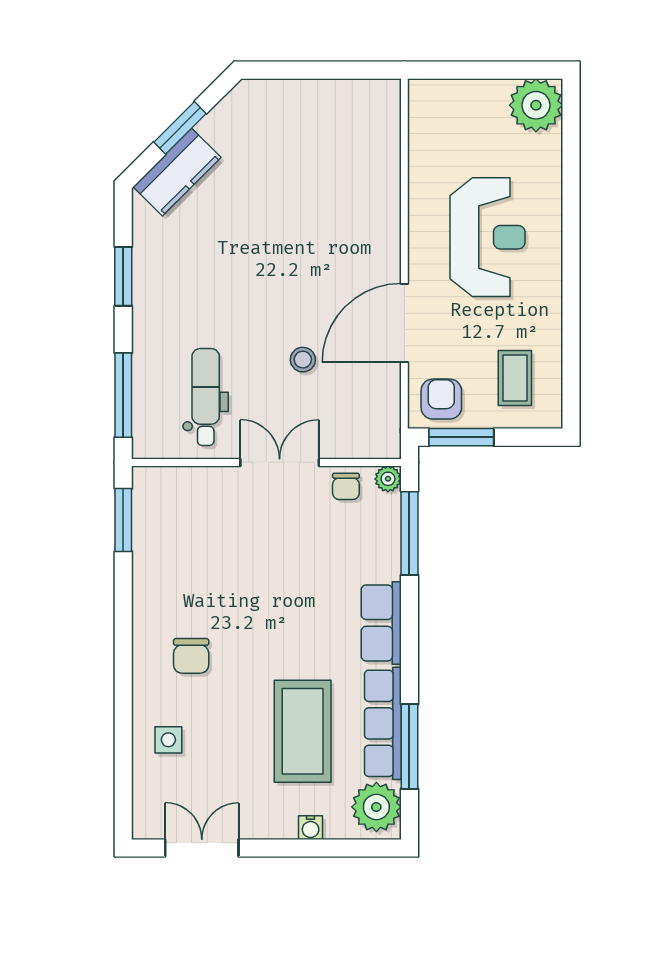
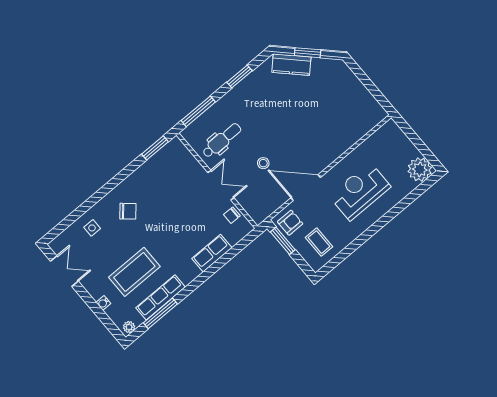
reception desk: (488, 237) -> (360, 191), turned 180
coffee table: (515, 378) -> (319, 242), turned 90
plant: (388, 479) -> (247, 228), removed
window: (409, 533) -> (234, 251), removed
row of seats: (381, 623) -> (212, 253), moved
chair: (191, 656) -> (128, 211), turned -139
plant: (376, 807) -> (129, 327), width x0.53, depth x0.53

